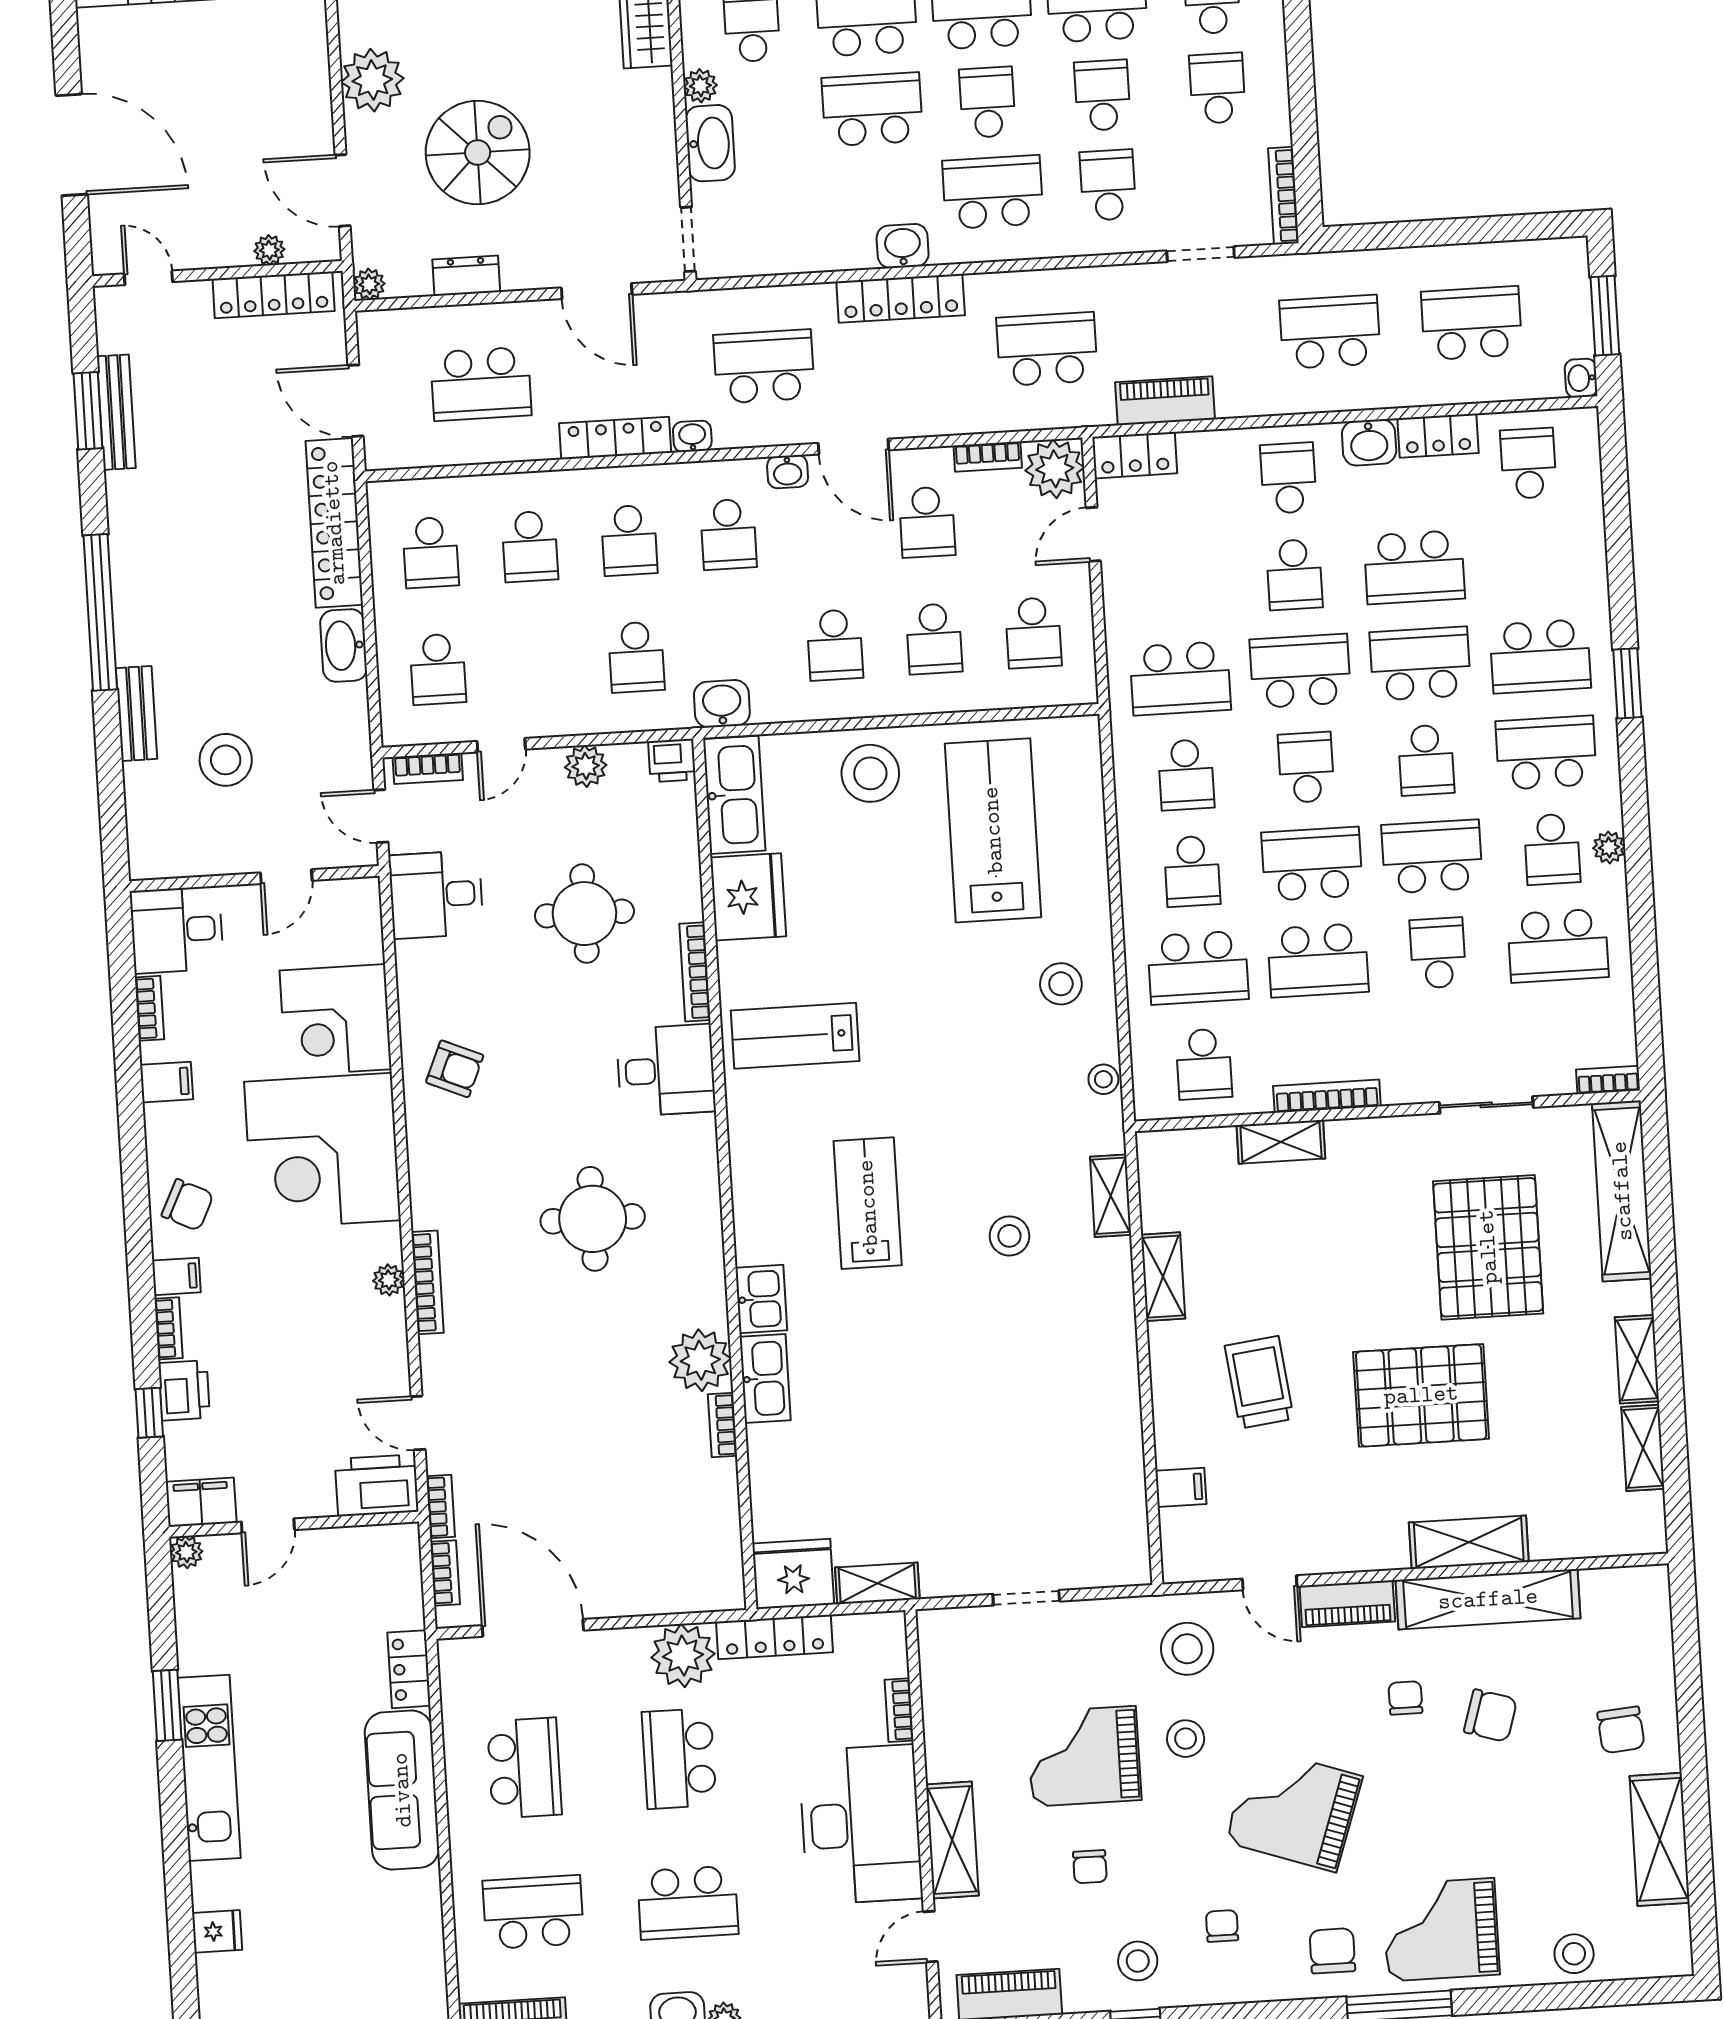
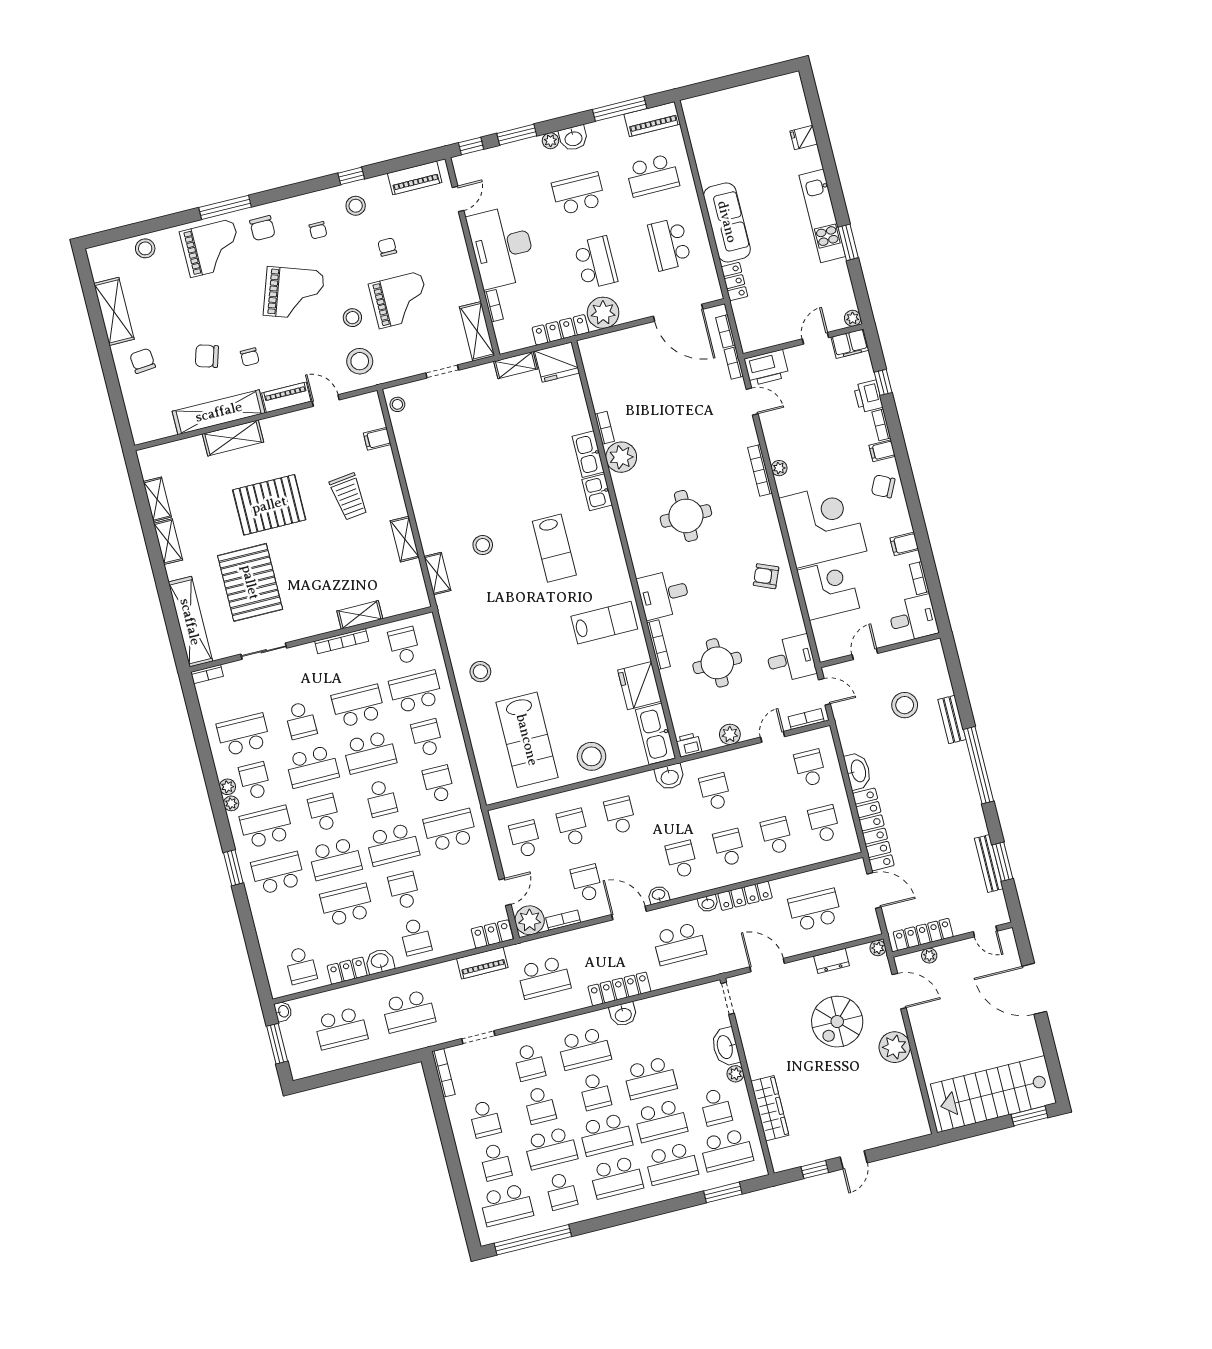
school desk: (1546, 753) -> (266, 827), turned 180
plant: (1608, 813) -> (231, 803), added
stool: (1103, 1079) -> (397, 404), moved
shelving: (952, 1840) -> (477, 331), moved

